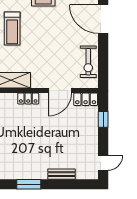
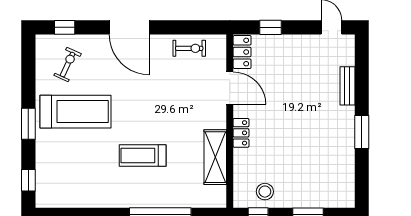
door: (103, 19) -> (129, 27), hinge flipped
treadmill: (12, 29) -> (143, 155), turned 180
exercise bike: (88, 62) -> (189, 48), width x0.73, depth x0.72

